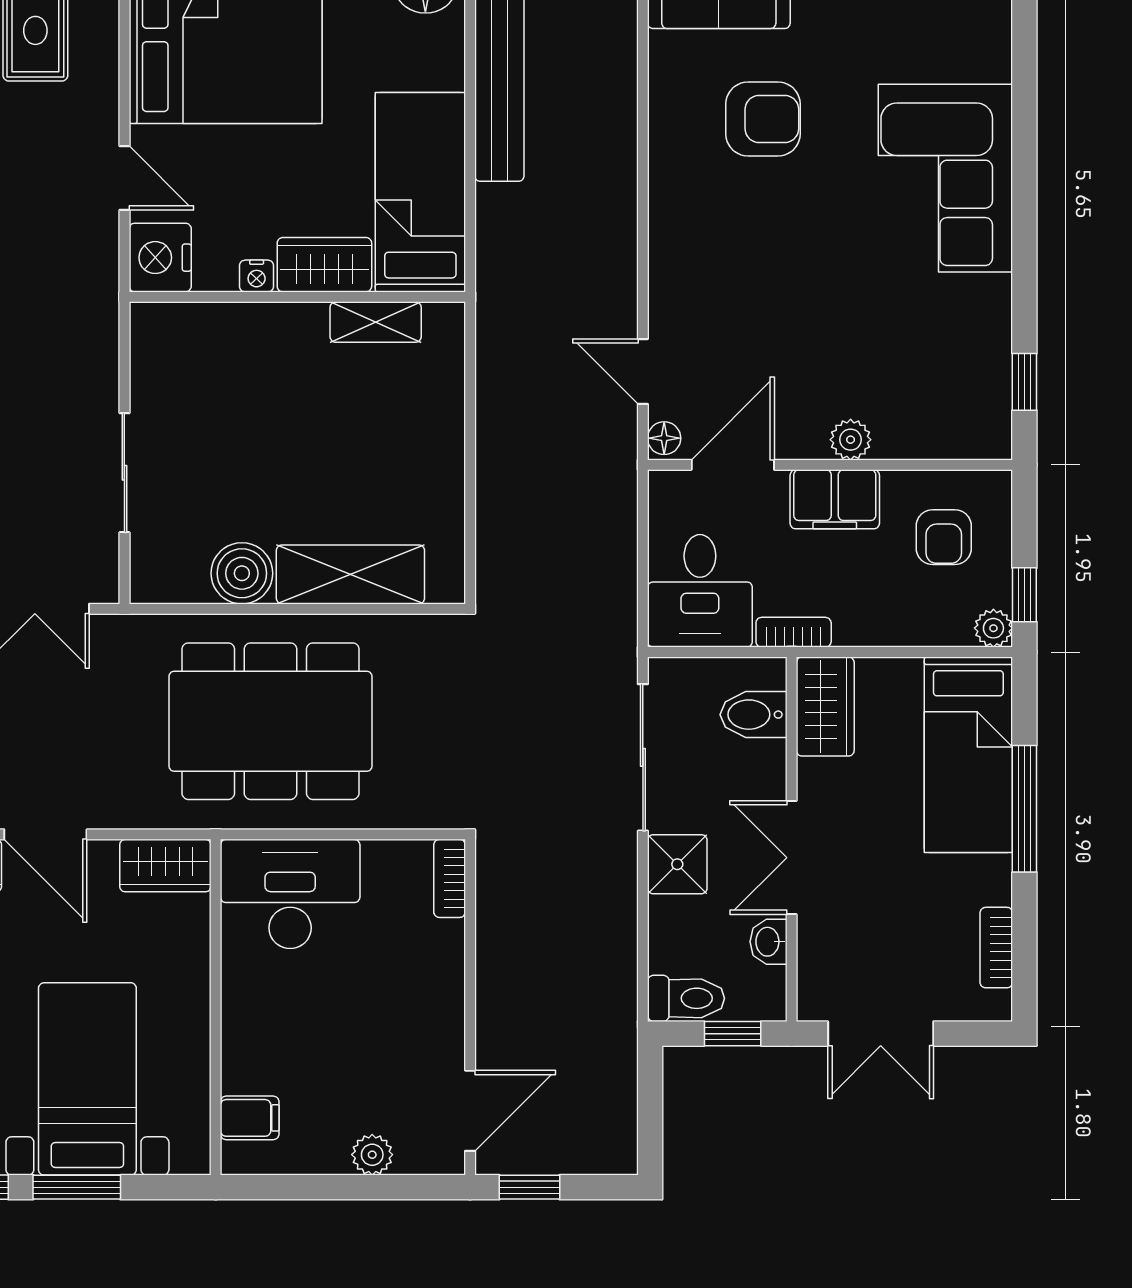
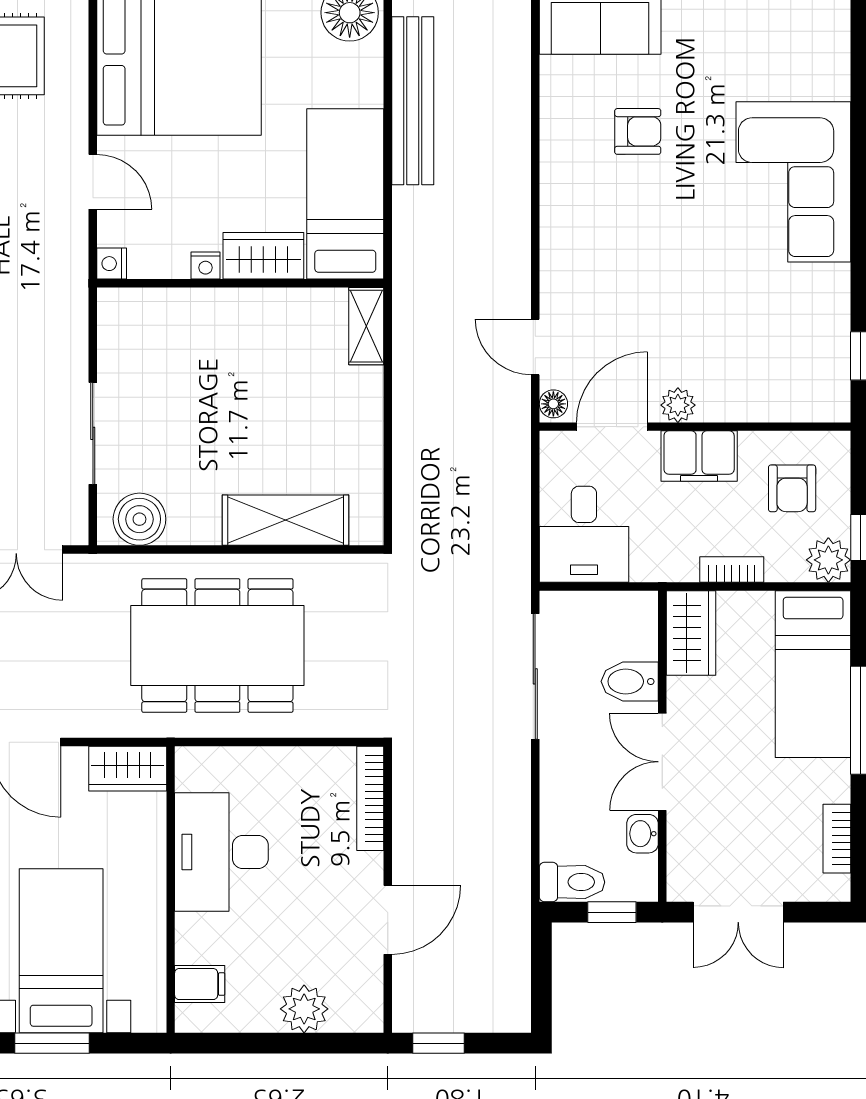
armchair: (763, 119) -> (638, 131), width x0.72, depth x0.72
nightstand: (160, 258) -> (112, 264), width x0.53, depth x0.56
shelving: (376, 322) -> (366, 326), moved, turned 90
plant: (851, 440) -> (678, 405), moved
boiler: (242, 573) -> (139, 519), moved
plant: (993, 628) -> (828, 560), width x1.38, depth x1.38
bookcase: (794, 632) -> (732, 570), moved
bidet: (754, 715) -> (630, 681), moved
shower: (677, 864) -> (565, 768), removed
bookcase: (450, 878) -> (370, 798), width x1.56
desk: (290, 894) -> (221, 852), moved, turned -90
door: (470, 1111) -> (388, 920), moved
plant: (372, 1155) -> (304, 1009), width x1.38, depth x1.38

